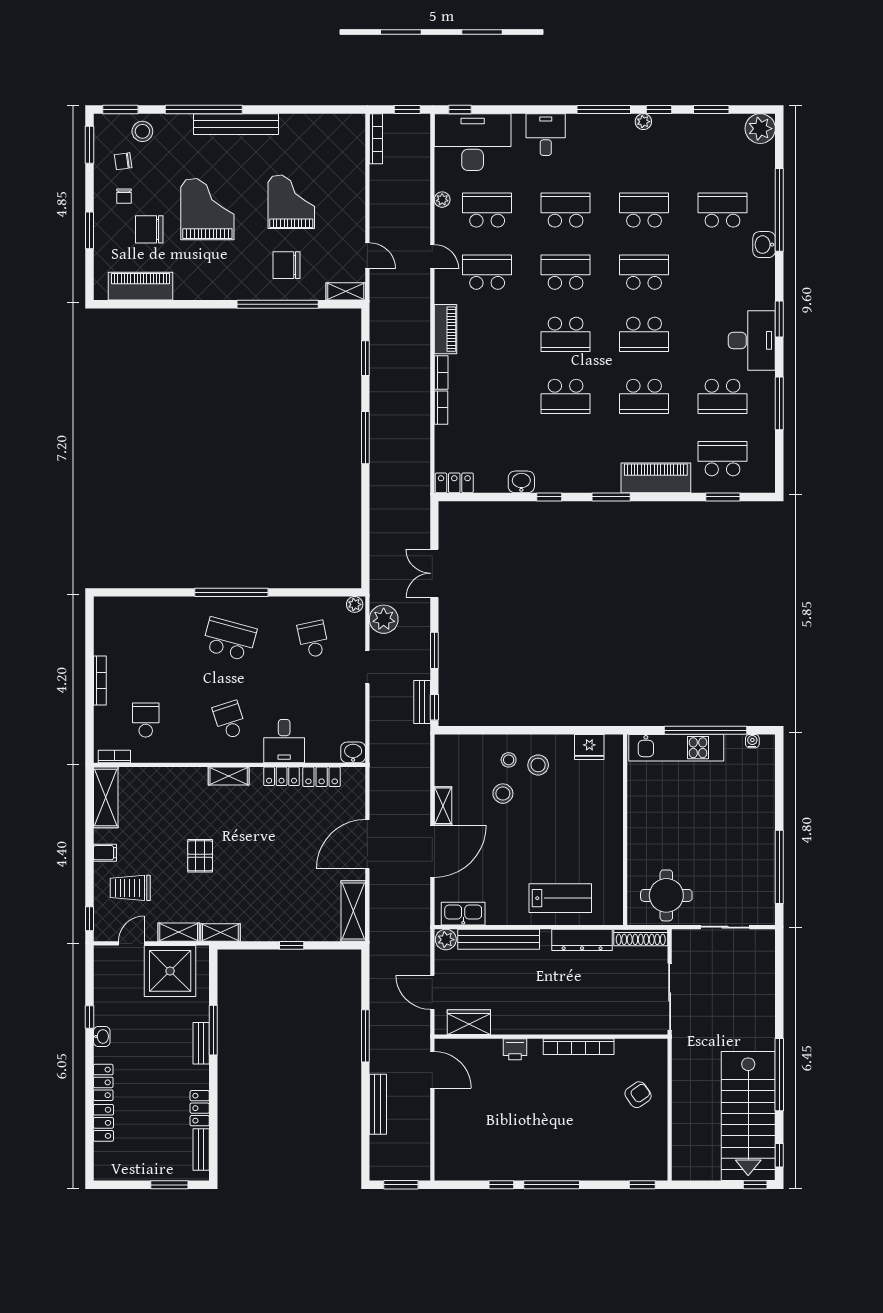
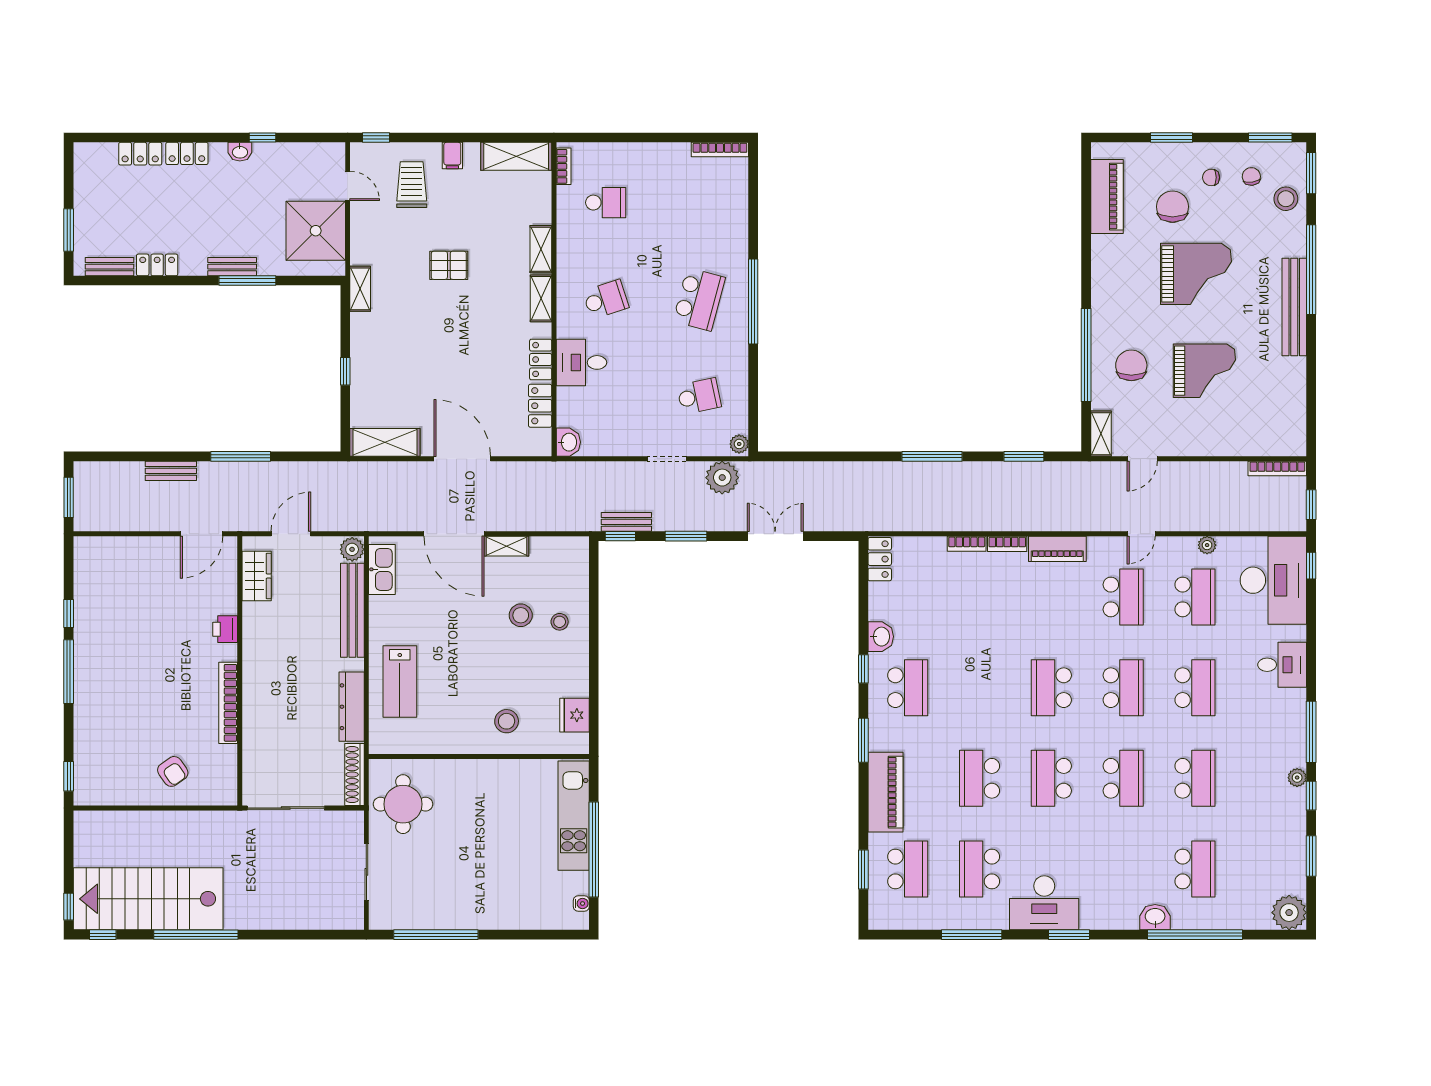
school desk: (566, 396) -> (908, 688), moved, turned 180
bookcase: (100, 681) -> (720, 150), moved
stool: (538, 765) -> (507, 721), moved
shelving: (179, 932) -> (541, 249), moved
bench: (378, 1104) -> (171, 471), width x0.73

